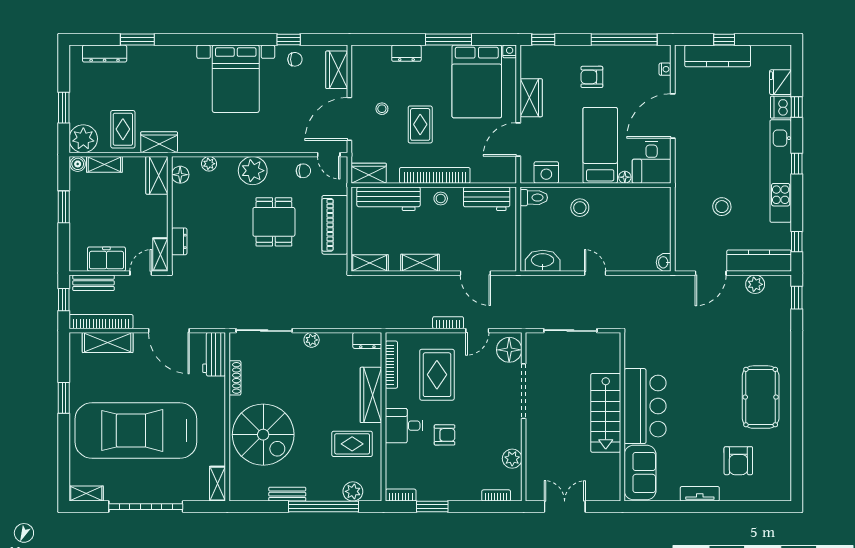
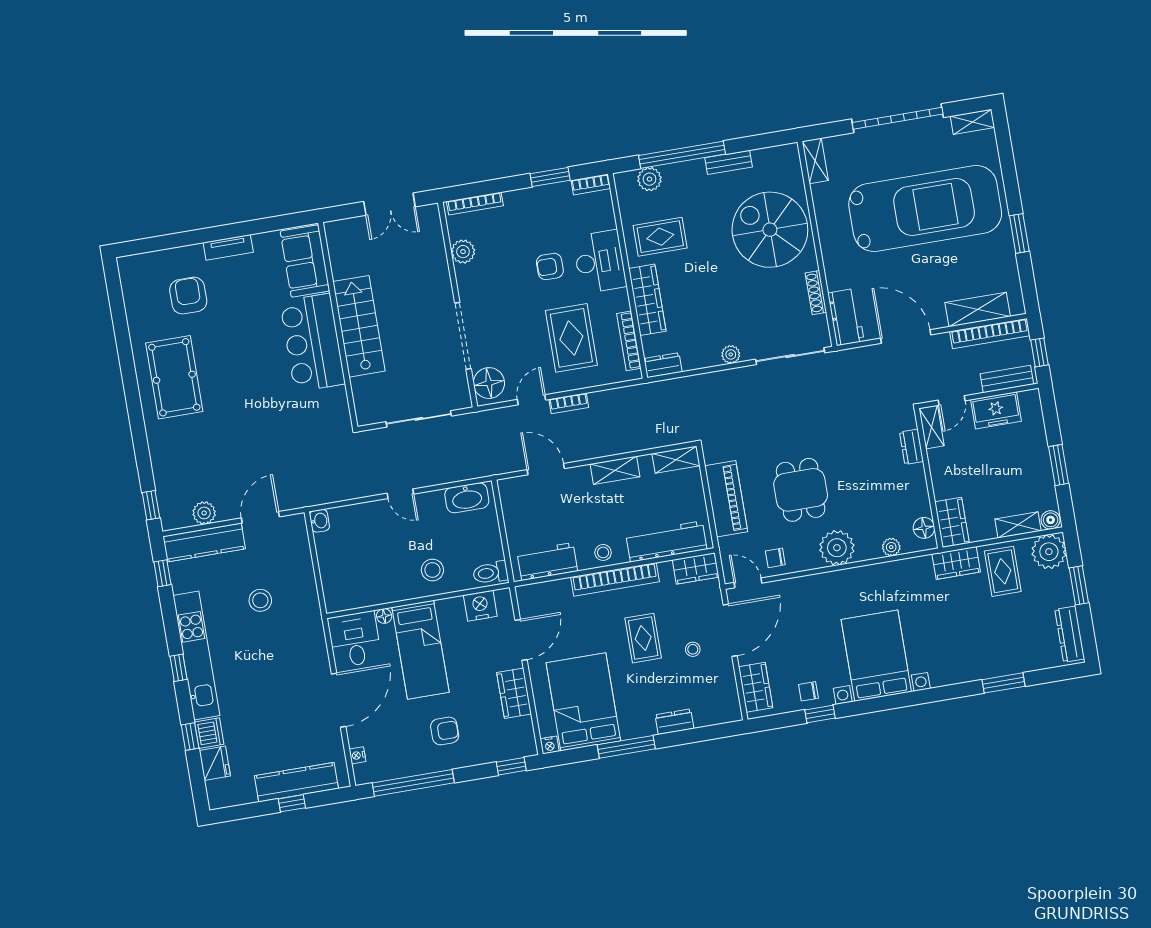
dresser: (105, 54) -> (1070, 634), moved, turned -90
desk: (404, 426) -> (600, 262), width x1.37
bookcase: (496, 495) -> (475, 204), width x1.56

